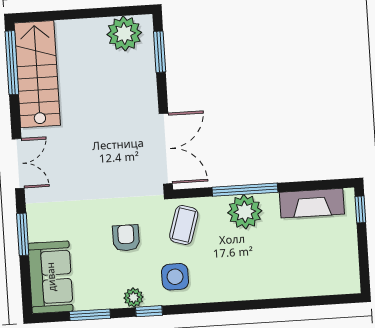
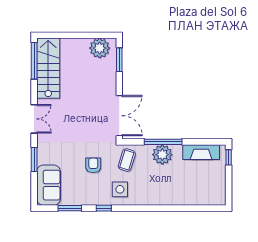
plant: (133, 298) -> (95, 200), removed

